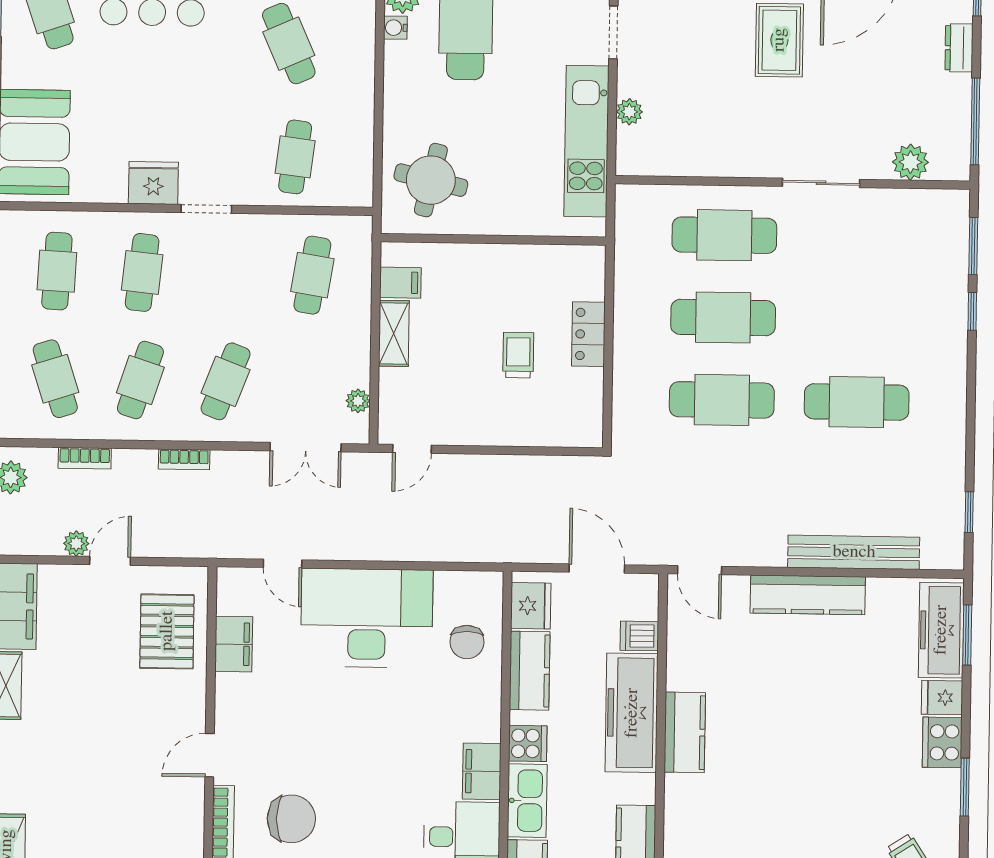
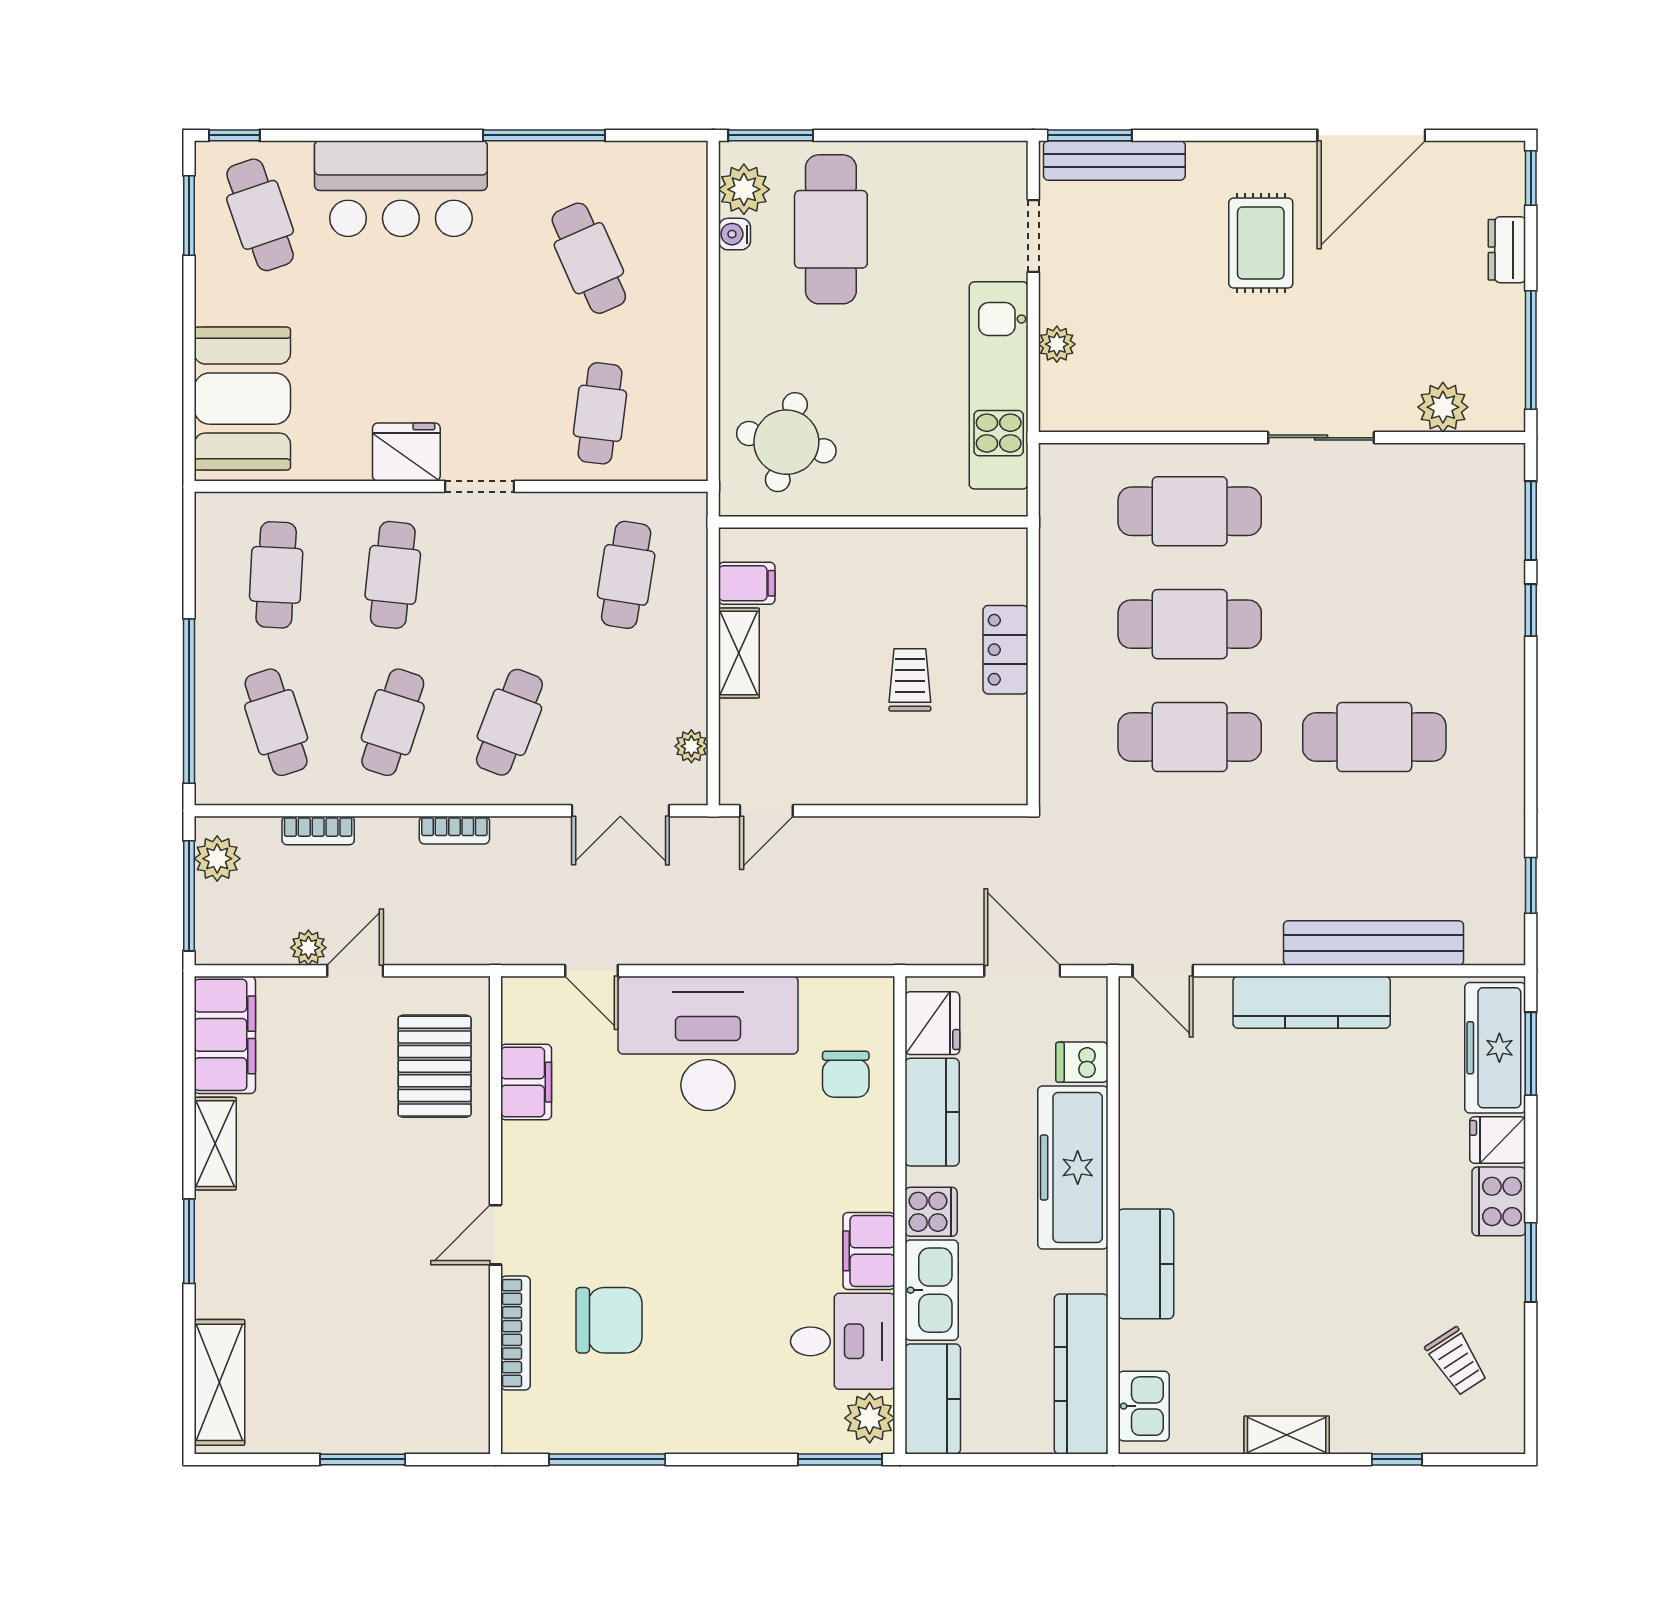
kitchen counter: (685, 732) -> (1146, 1264), moved

